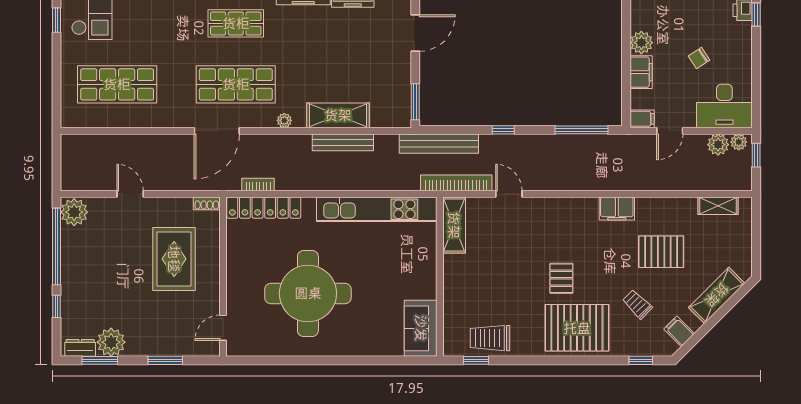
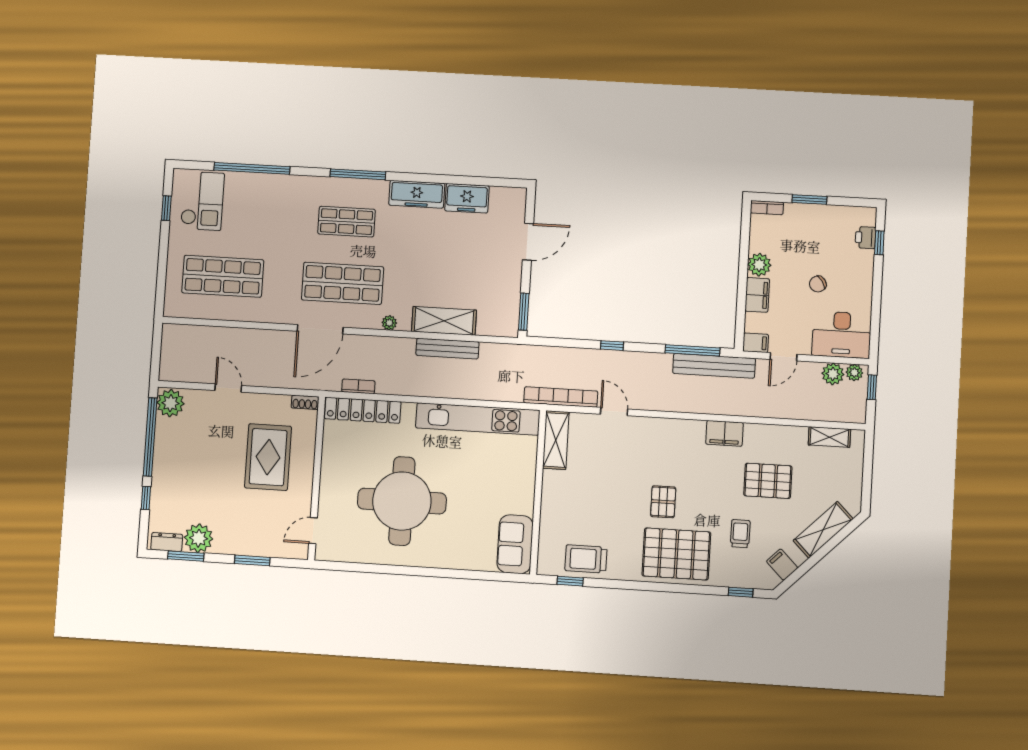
bench: (439, 144) -> (714, 366), moved
trolley: (637, 304) -> (740, 534), turned 45

